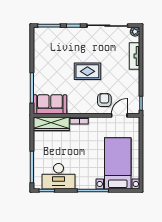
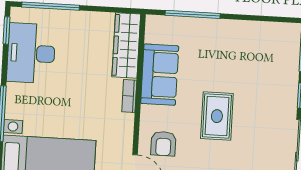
armchair: (104, 100) -> (163, 144), turned 90
sofa: (50, 104) -> (160, 75), moved

